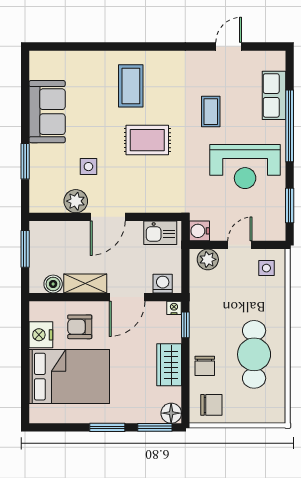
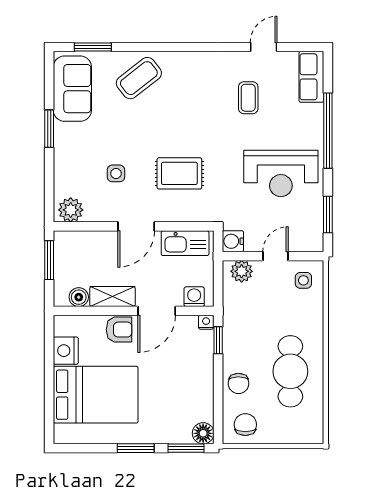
window: (66, 46) -> (93, 47), added
coffee table: (131, 86) -> (139, 78), moved, turned 52
row of seats: (274, 95) -> (311, 77), moved
sofa: (47, 112) -> (72, 89), moved
coffee table: (211, 112) -> (248, 98), moved
rug: (147, 140) -> (179, 173), moved
window: (25, 161) -> (49, 129), moved
plant: (76, 201) -> (71, 210), moved
kitchen sink: (160, 233) -> (185, 243), width x1.38
armchair: (80, 327) -> (119, 330), moved, turned 180
wardrobe: (169, 365) -> (201, 382), removed
chair: (211, 405) -> (245, 425), turned -90

